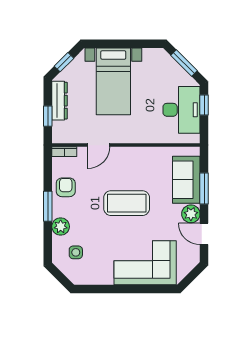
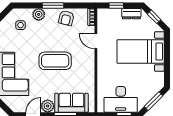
dresser: (59, 101) -> (131, 14), width x0.70
armchair: (66, 187) -> (66, 18), turned 104
coffee table: (127, 203) -> (55, 61), turned 90

